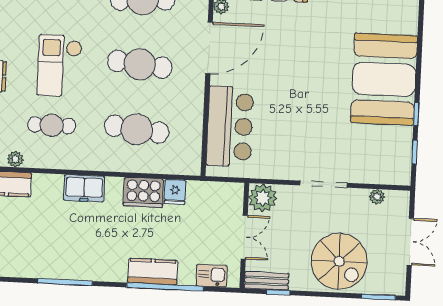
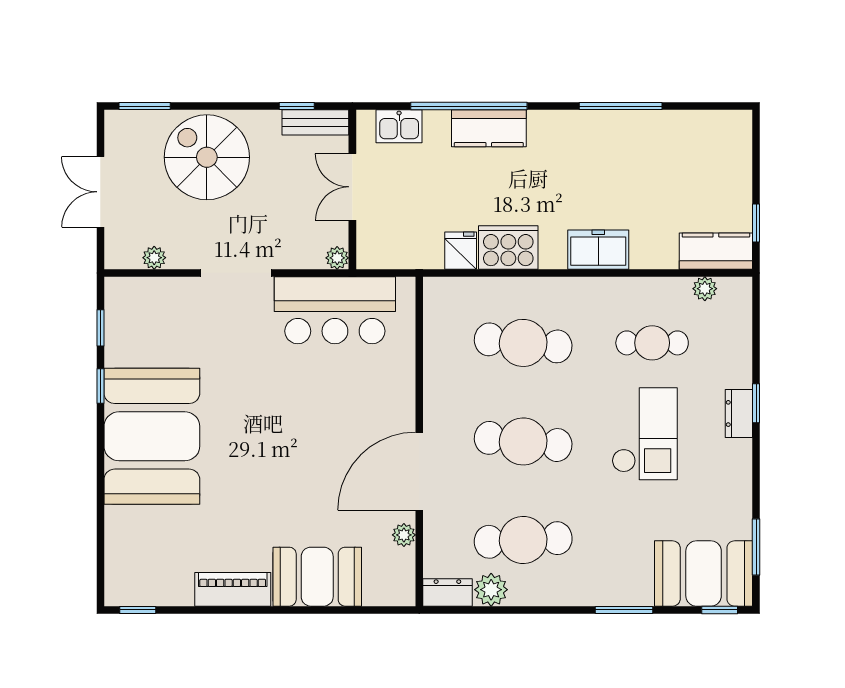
bar counter: (230, 126) -> (335, 310), moved, turned -90
plant: (263, 198) -> (337, 258), width x0.53, depth x0.53

